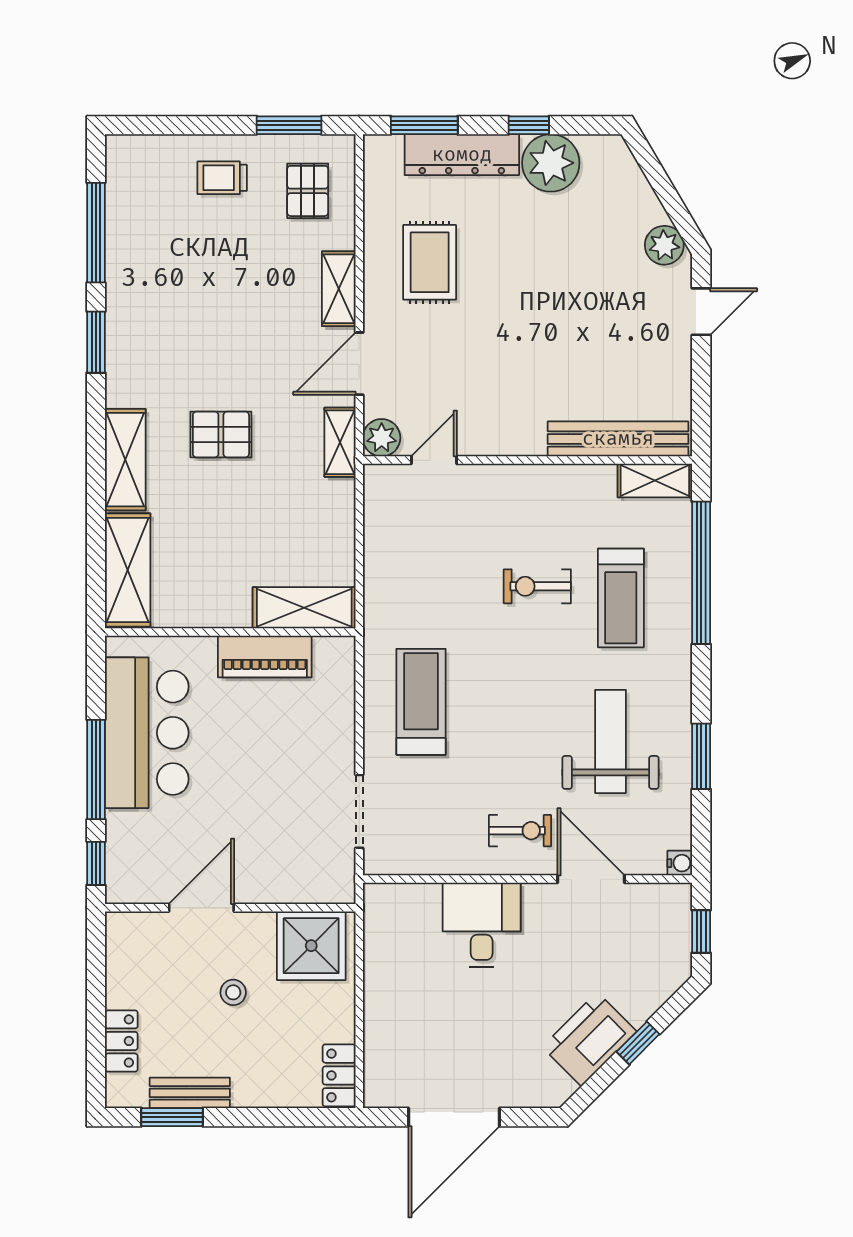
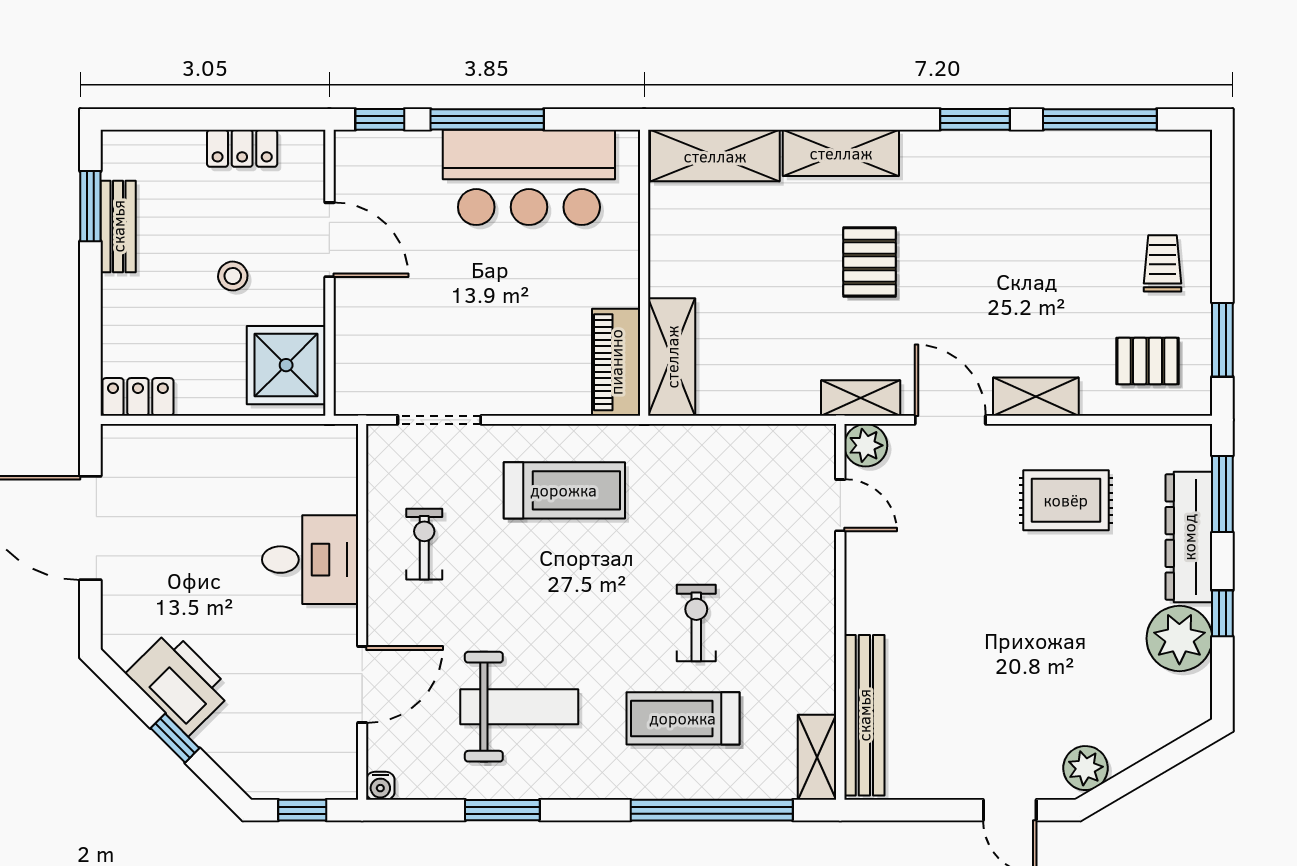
piano: (265, 657) -> (616, 362), moved
exercise bike: (520, 831) -> (424, 544), moved, turned 180
locker: (121, 1041) -> (242, 148), moved

